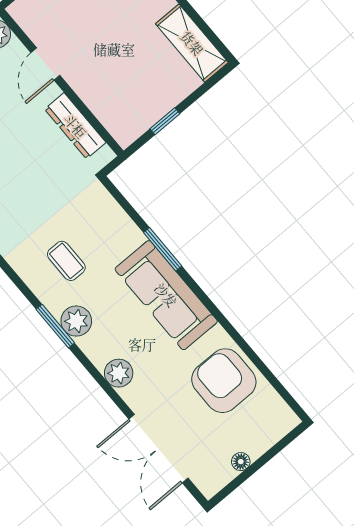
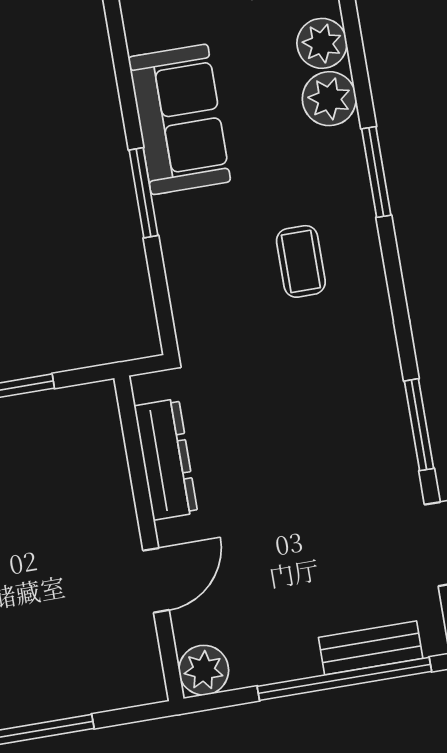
sofa: (166, 295) -> (179, 119), width x0.73
plant: (76, 321) -> (329, 99), moved

